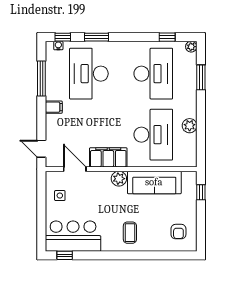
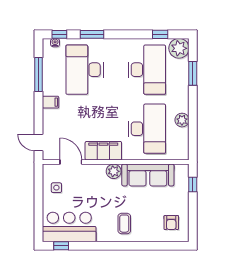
plant: (191, 47) -> (179, 48), width x1.87, depth x1.87

